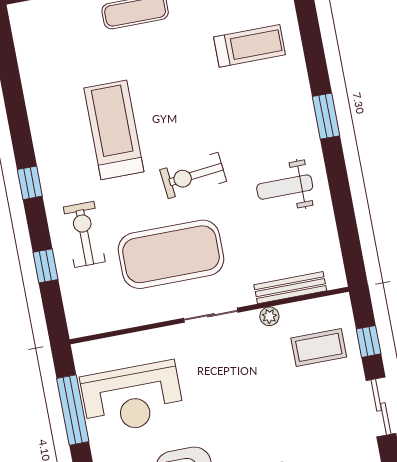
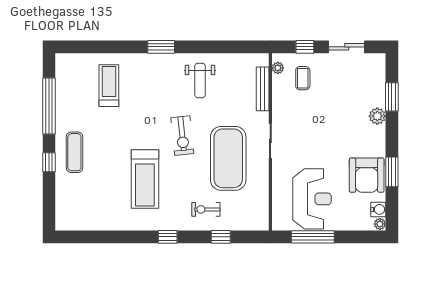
treadmill: (114, 130) -> (145, 179), turned -90
exercise bike: (84, 234) -> (206, 209), width x0.73, depth x0.72
plant: (269, 316) -> (278, 68), moved
coffee table: (319, 347) -> (303, 78), width x0.73, depth x0.77

